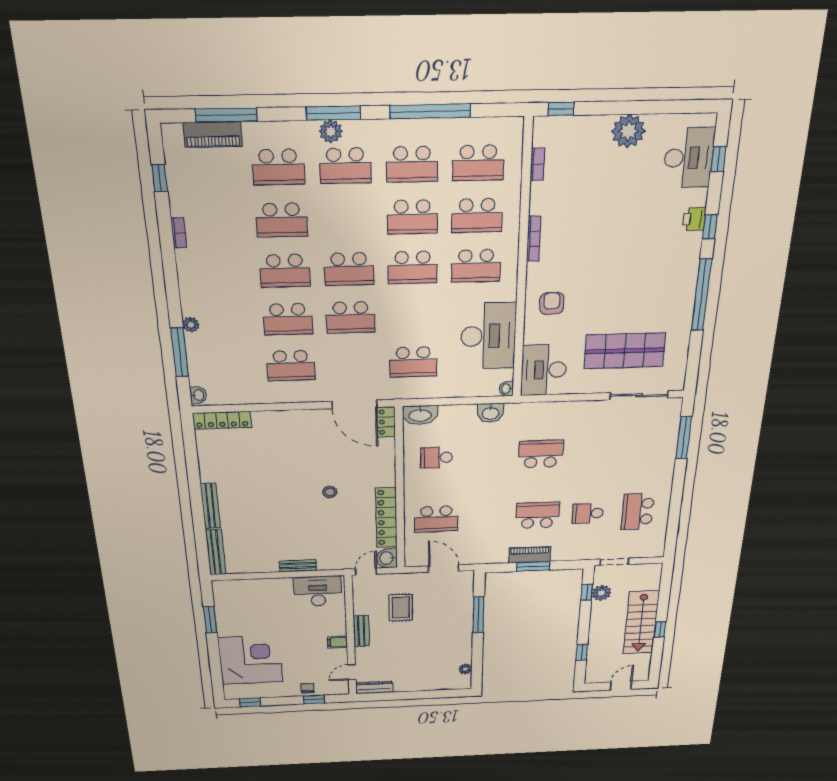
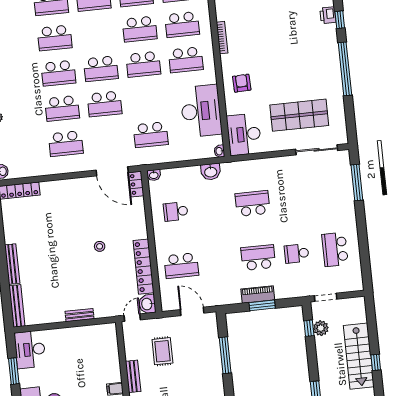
washbasin: (420, 415) -> (154, 175), width x0.52, depth x0.69
desk: (318, 591) -> (30, 350), moved, turned -90

